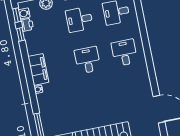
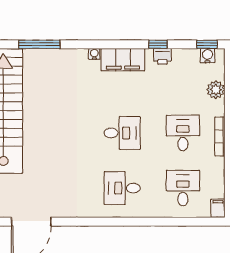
printer: (27, 25) -> (162, 56), moved
window: (21, 34) -> (158, 44), moved
desk: (124, 53) -> (122, 188), turned 180

